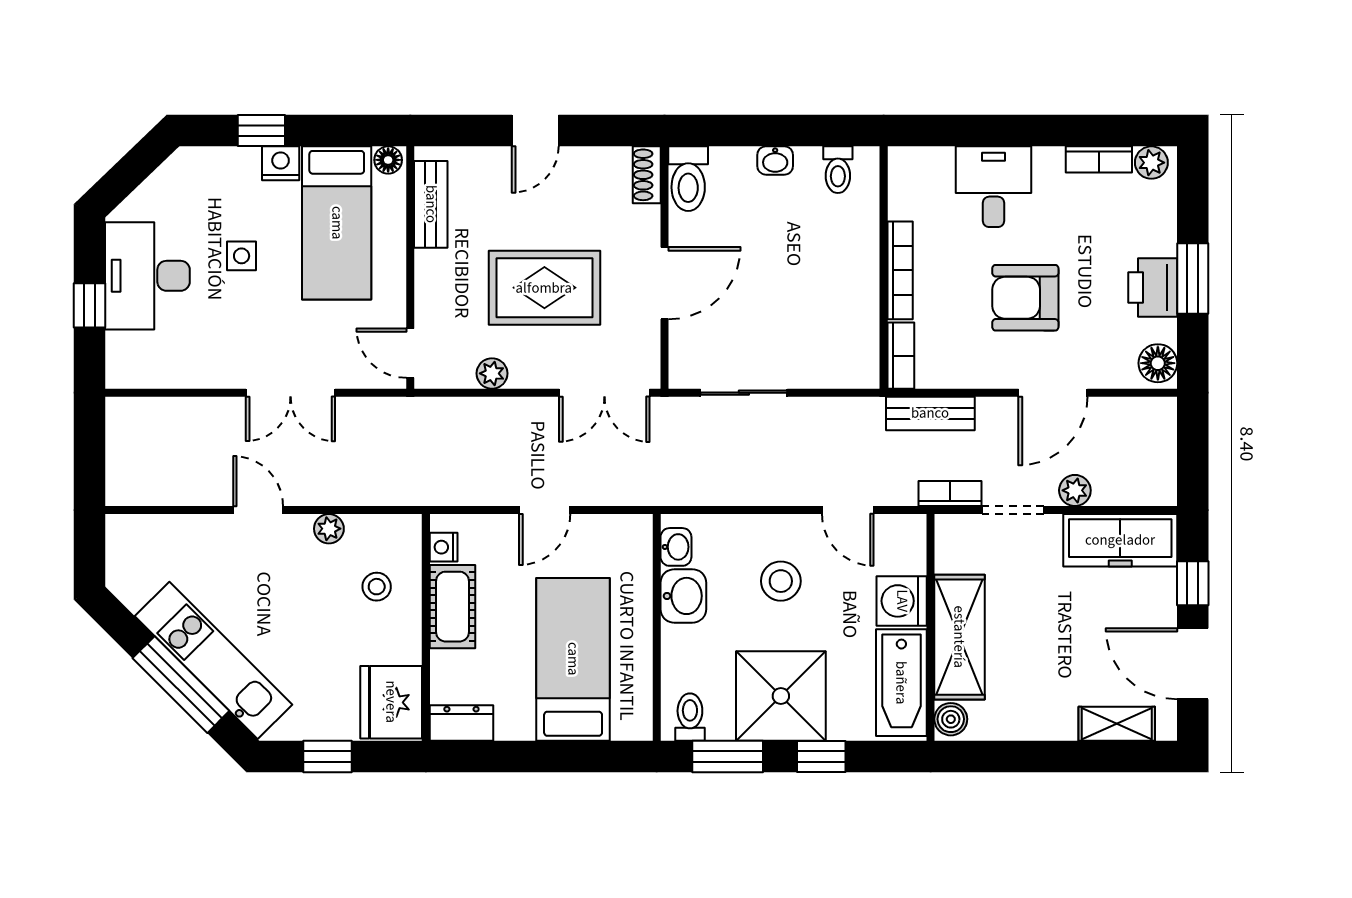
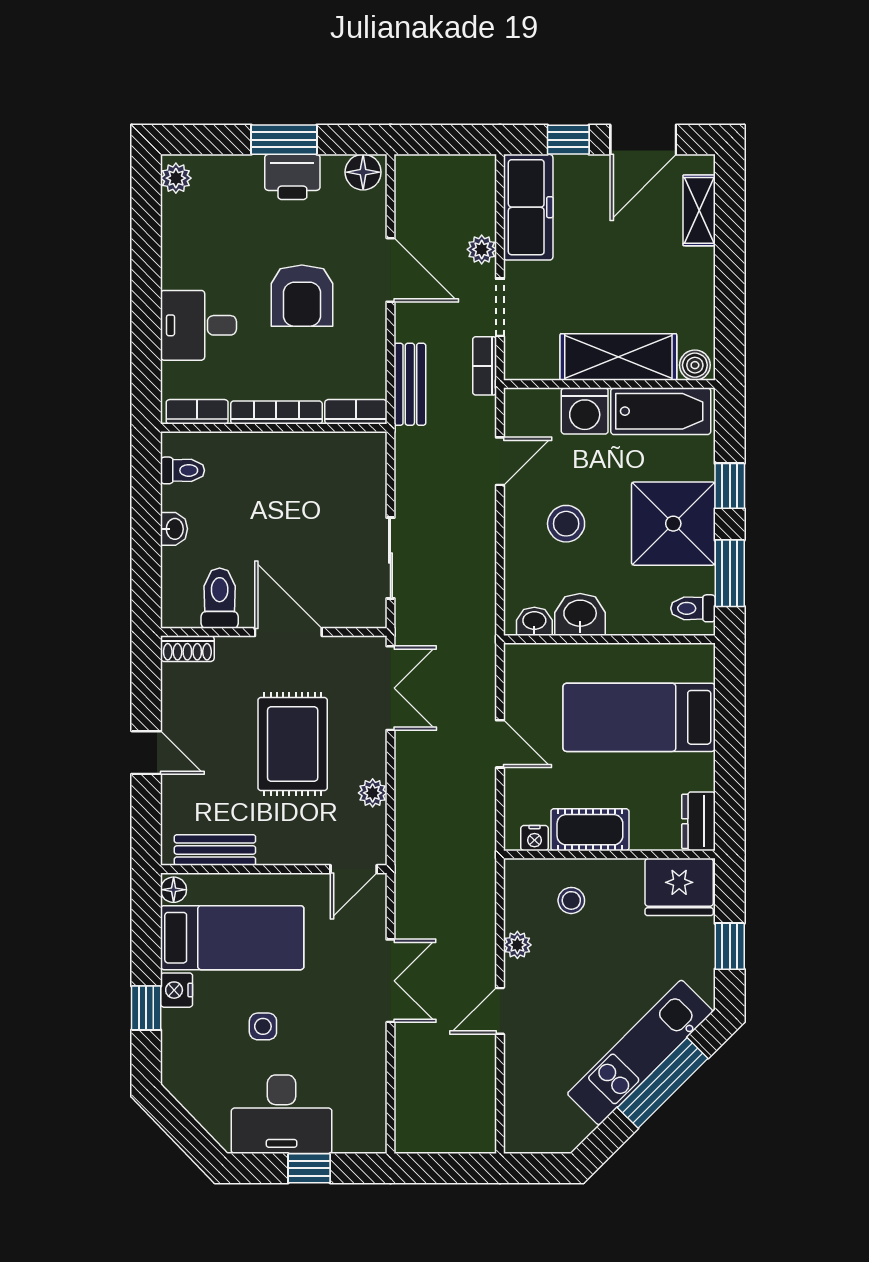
bookcase: (1099, 159) -> (197, 412), moved, turned -90
toilet: (688, 179) -> (220, 598), moved, turned -90

